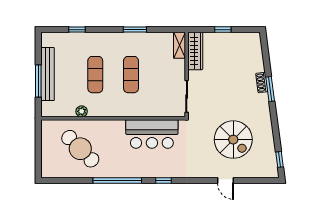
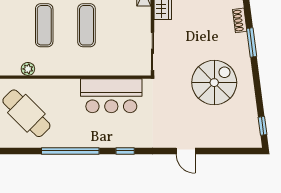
shoe rack: (262, 83) -> (240, 20), moved
spiral stairs: (233, 140) -> (214, 83), moved, turned -90
door: (226, 180) -> (186, 151), moved

